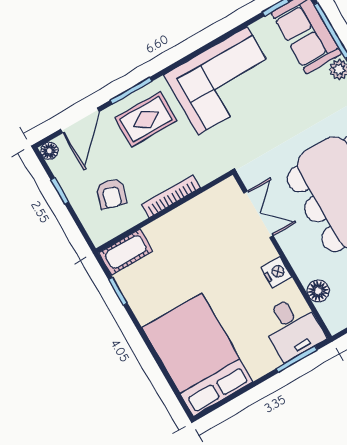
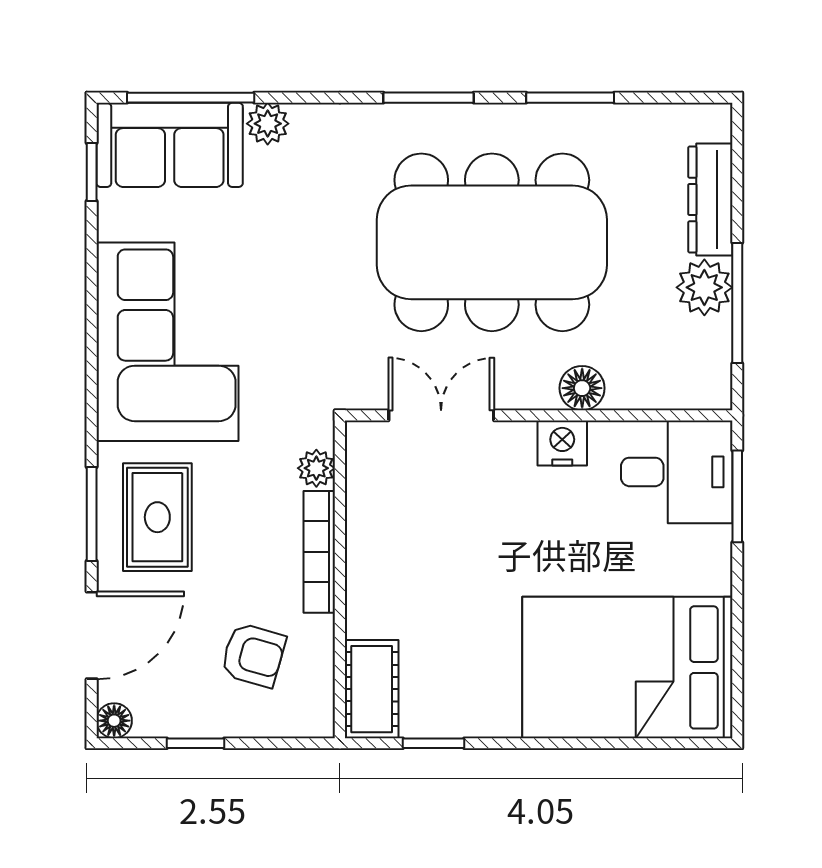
door: (80, 120) -> (92, 635), hinge flipped
plant: (206, 174) -> (316, 468), added
floor lamp: (318, 291) -> (582, 388), moved

